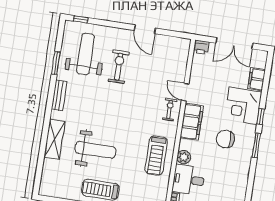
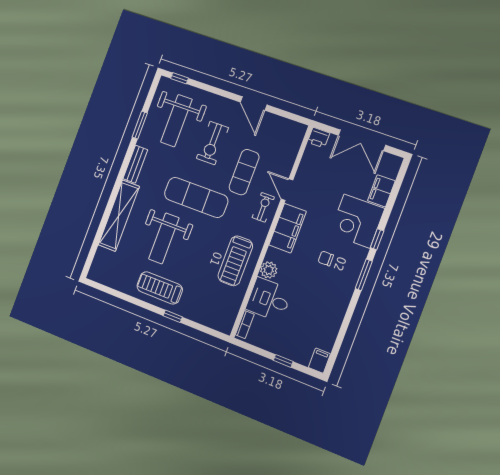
weight bench: (85, 54) -> (176, 121), turned 180
exercise bike: (119, 67) -> (212, 143), turned 180
exercise mat: (149, 85) -> (244, 172), added
exercise mat: (115, 112) -> (196, 197), added
shelving: (54, 139) -> (119, 216), width x1.47
chair: (225, 139) -> (326, 258), width x0.54, depth x0.54
weight bench: (95, 150) -> (164, 238), turned 90

